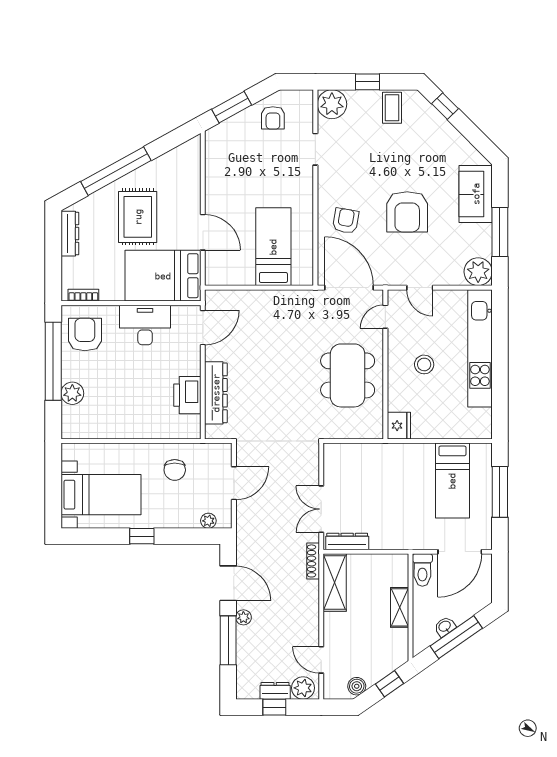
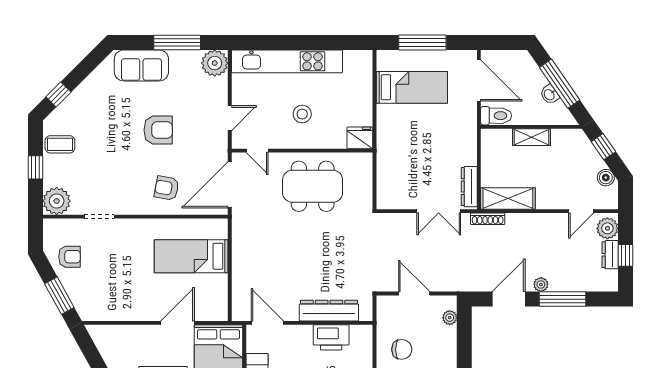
armchair: (407, 212) -> (158, 130), width x0.73, depth x0.73

